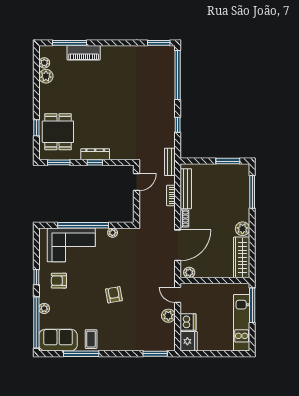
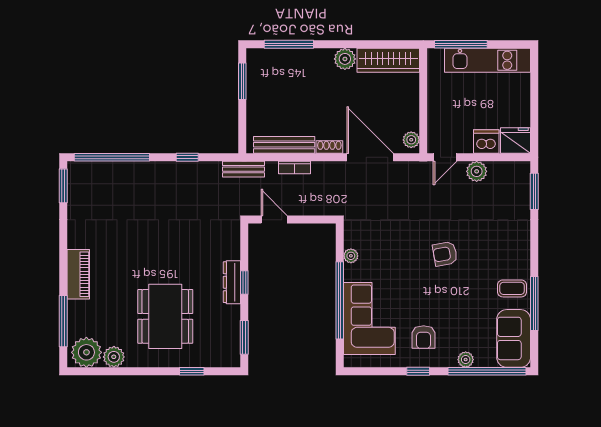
piano: (84, 53) -> (78, 274), moved
plant: (44, 63) -> (86, 352), width x1.88, depth x1.88
dining table: (58, 132) -> (165, 316), moved, width x1.38

